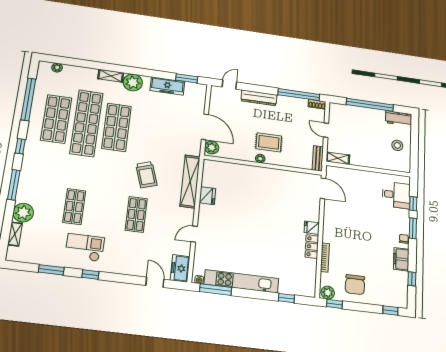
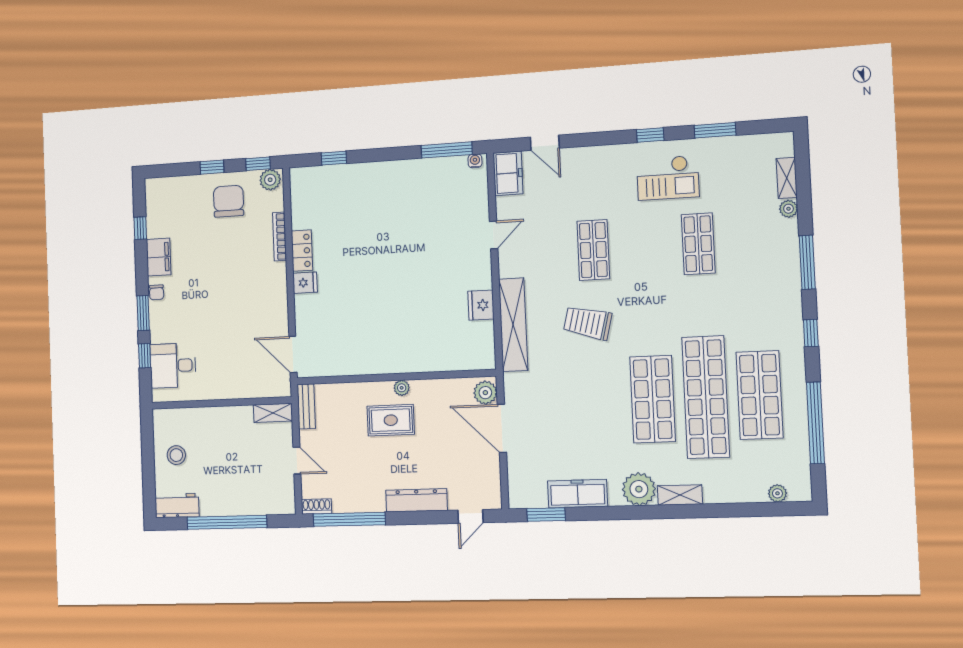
trolley: (146, 175) -> (588, 323), turned -58
plant: (23, 213) -> (788, 209), width x0.53, depth x0.53
kitchen unit: (241, 281) -> (407, 171), removed
window: (390, 311) -> (212, 167), moved

